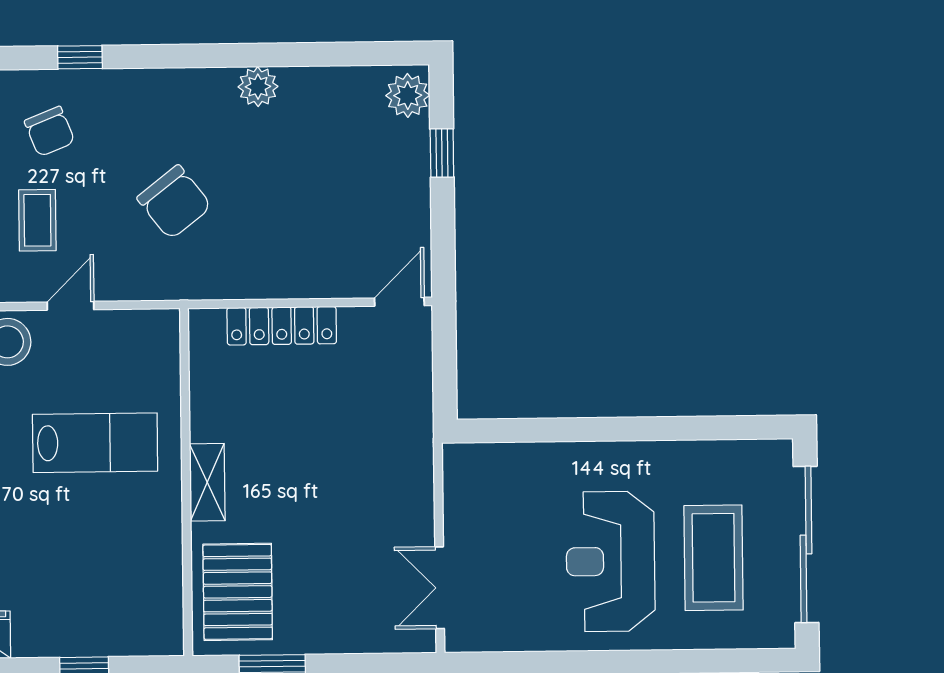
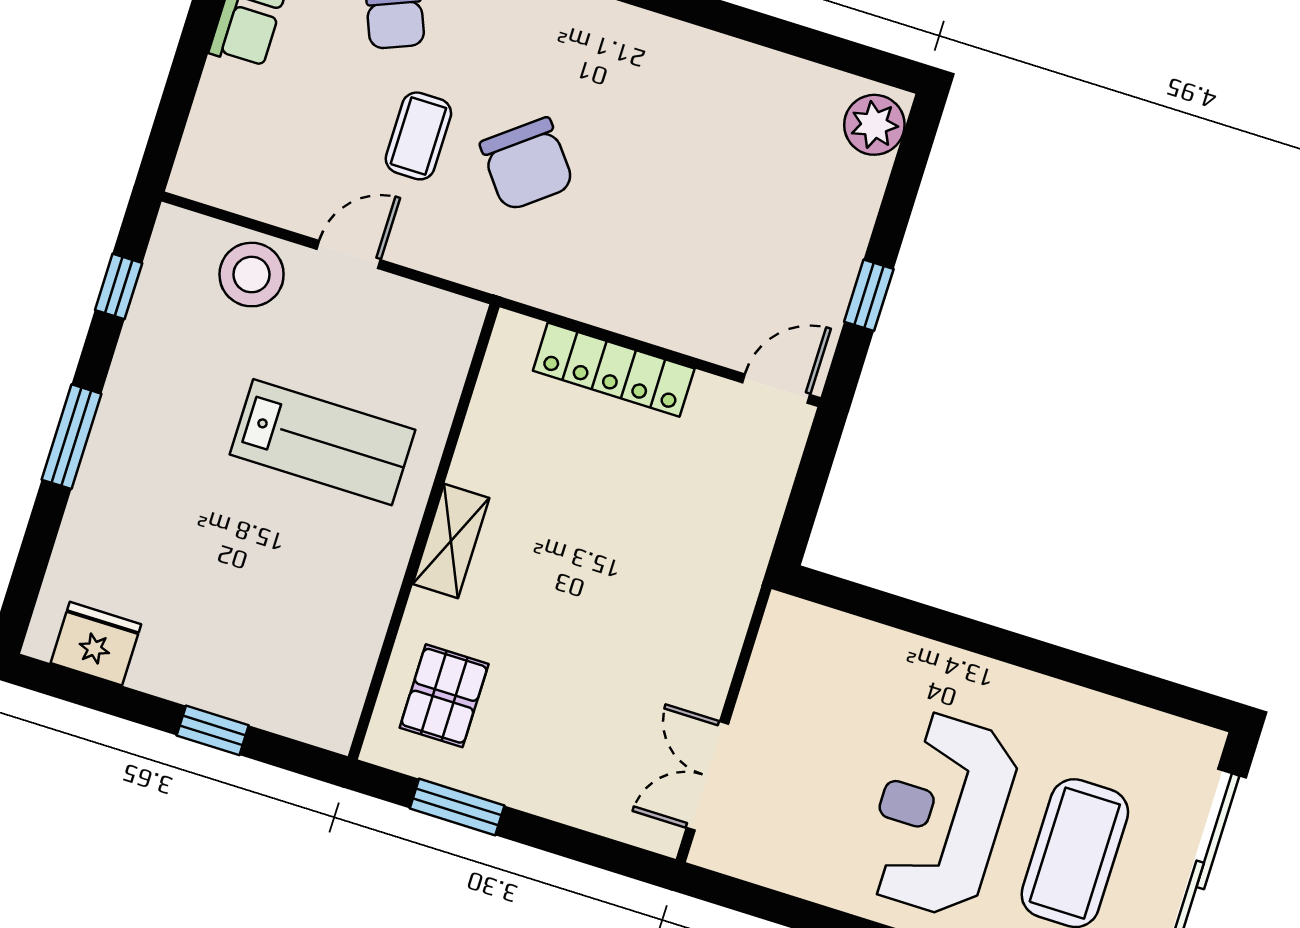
plant: (258, 87) -> (684, 50), removed
window: (442, 153) -> (869, 295), moved
coffee table: (37, 220) -> (418, 136), moved
pallet: (238, 592) -> (444, 696), width x0.67, depth x0.71

